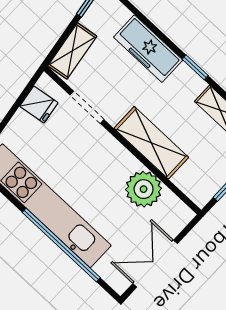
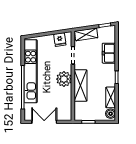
freezer: (148, 49) -> (109, 53), width x0.71
plant: (144, 189) -> (64, 79), moved

